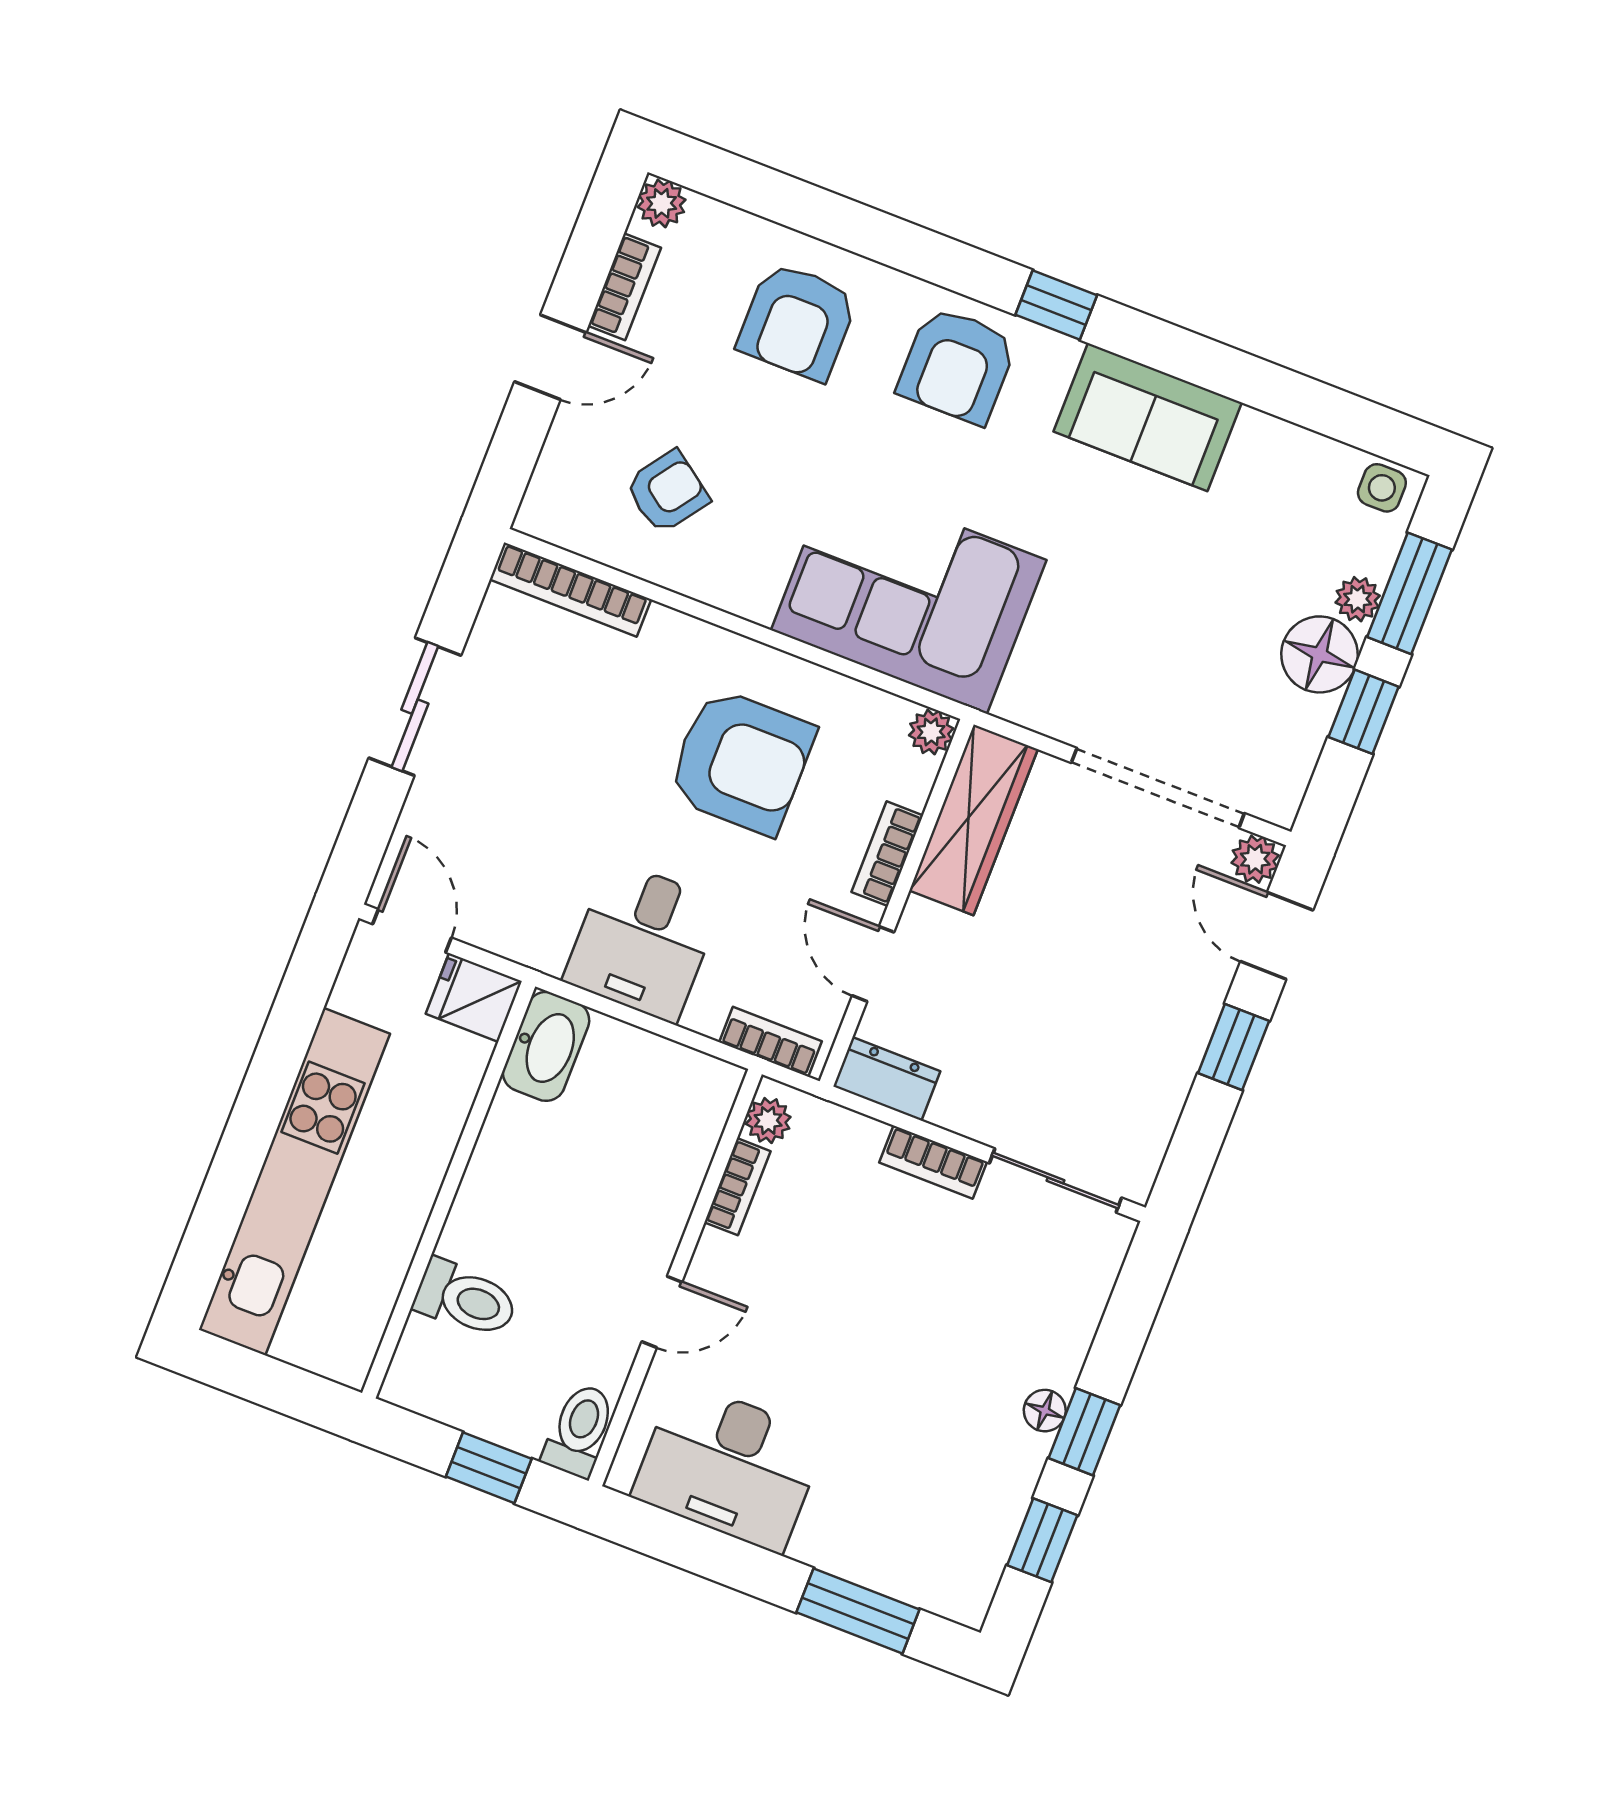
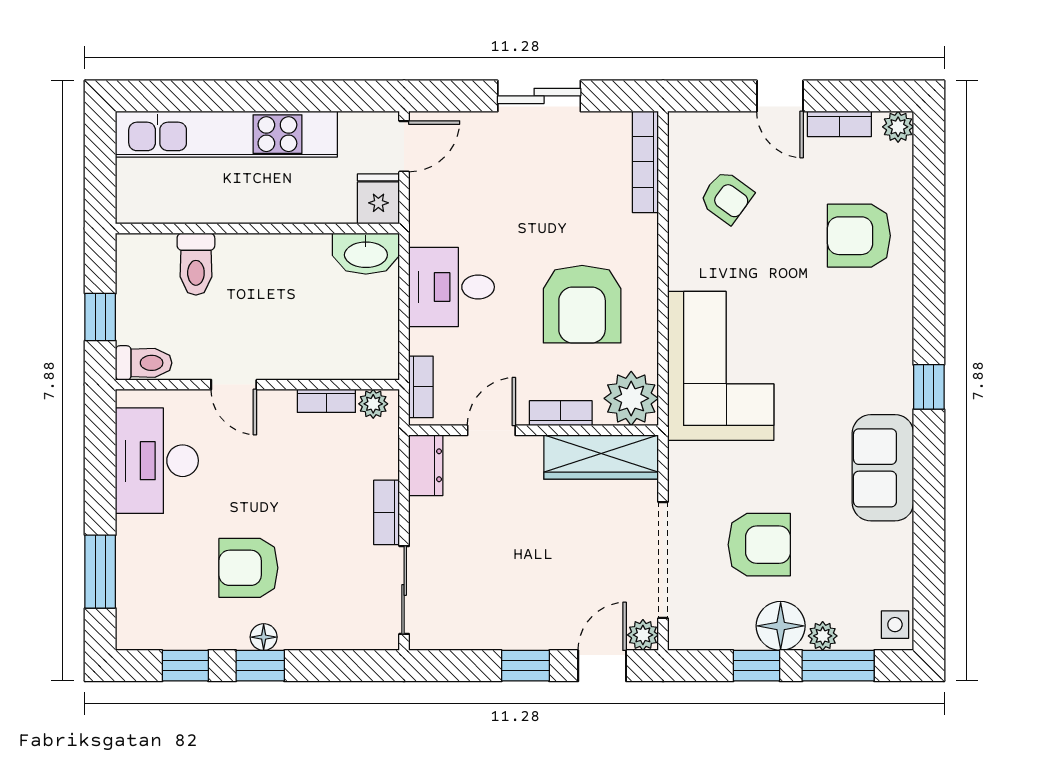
armchair: (957, 365) -> (759, 545), moved, turned 180
plant: (931, 732) -> (631, 398), width x1.88, depth x1.88
armchair: (936, 1394) -> (248, 568), added

